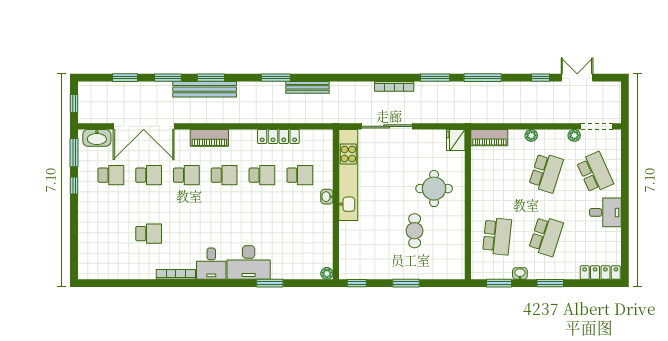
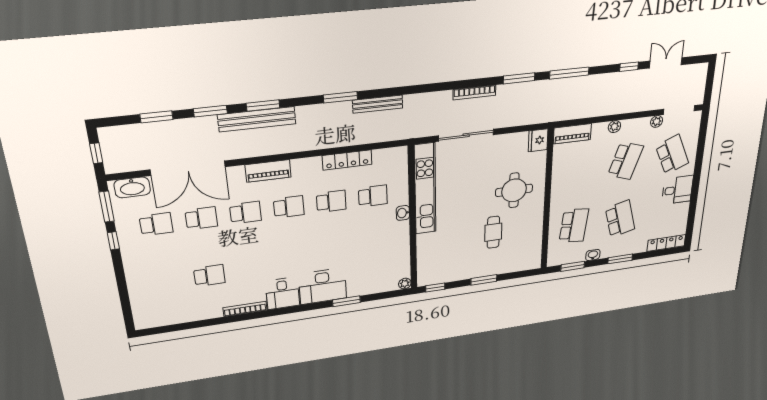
school desk: (546, 236) -> (620, 219), turned -33

